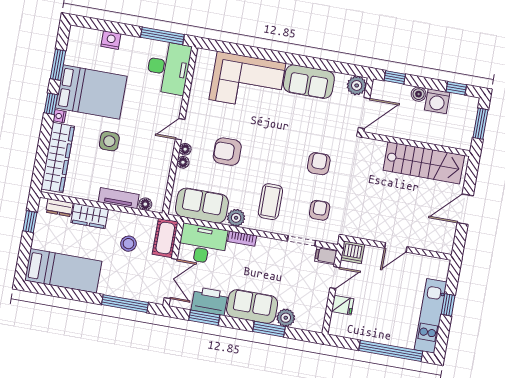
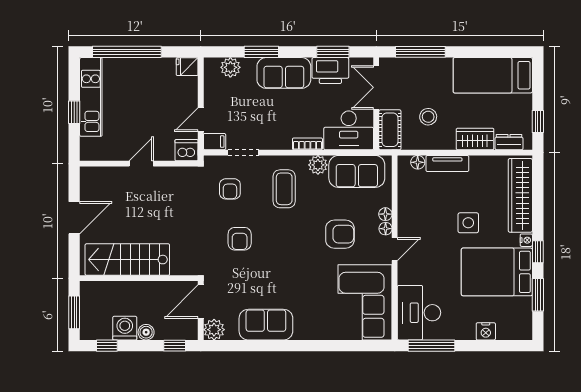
corner sofa: (247, 81) -> (365, 302), moved, turned -90
fridge: (343, 305) -> (187, 67), moved
plant: (286, 318) -> (230, 67), moved

